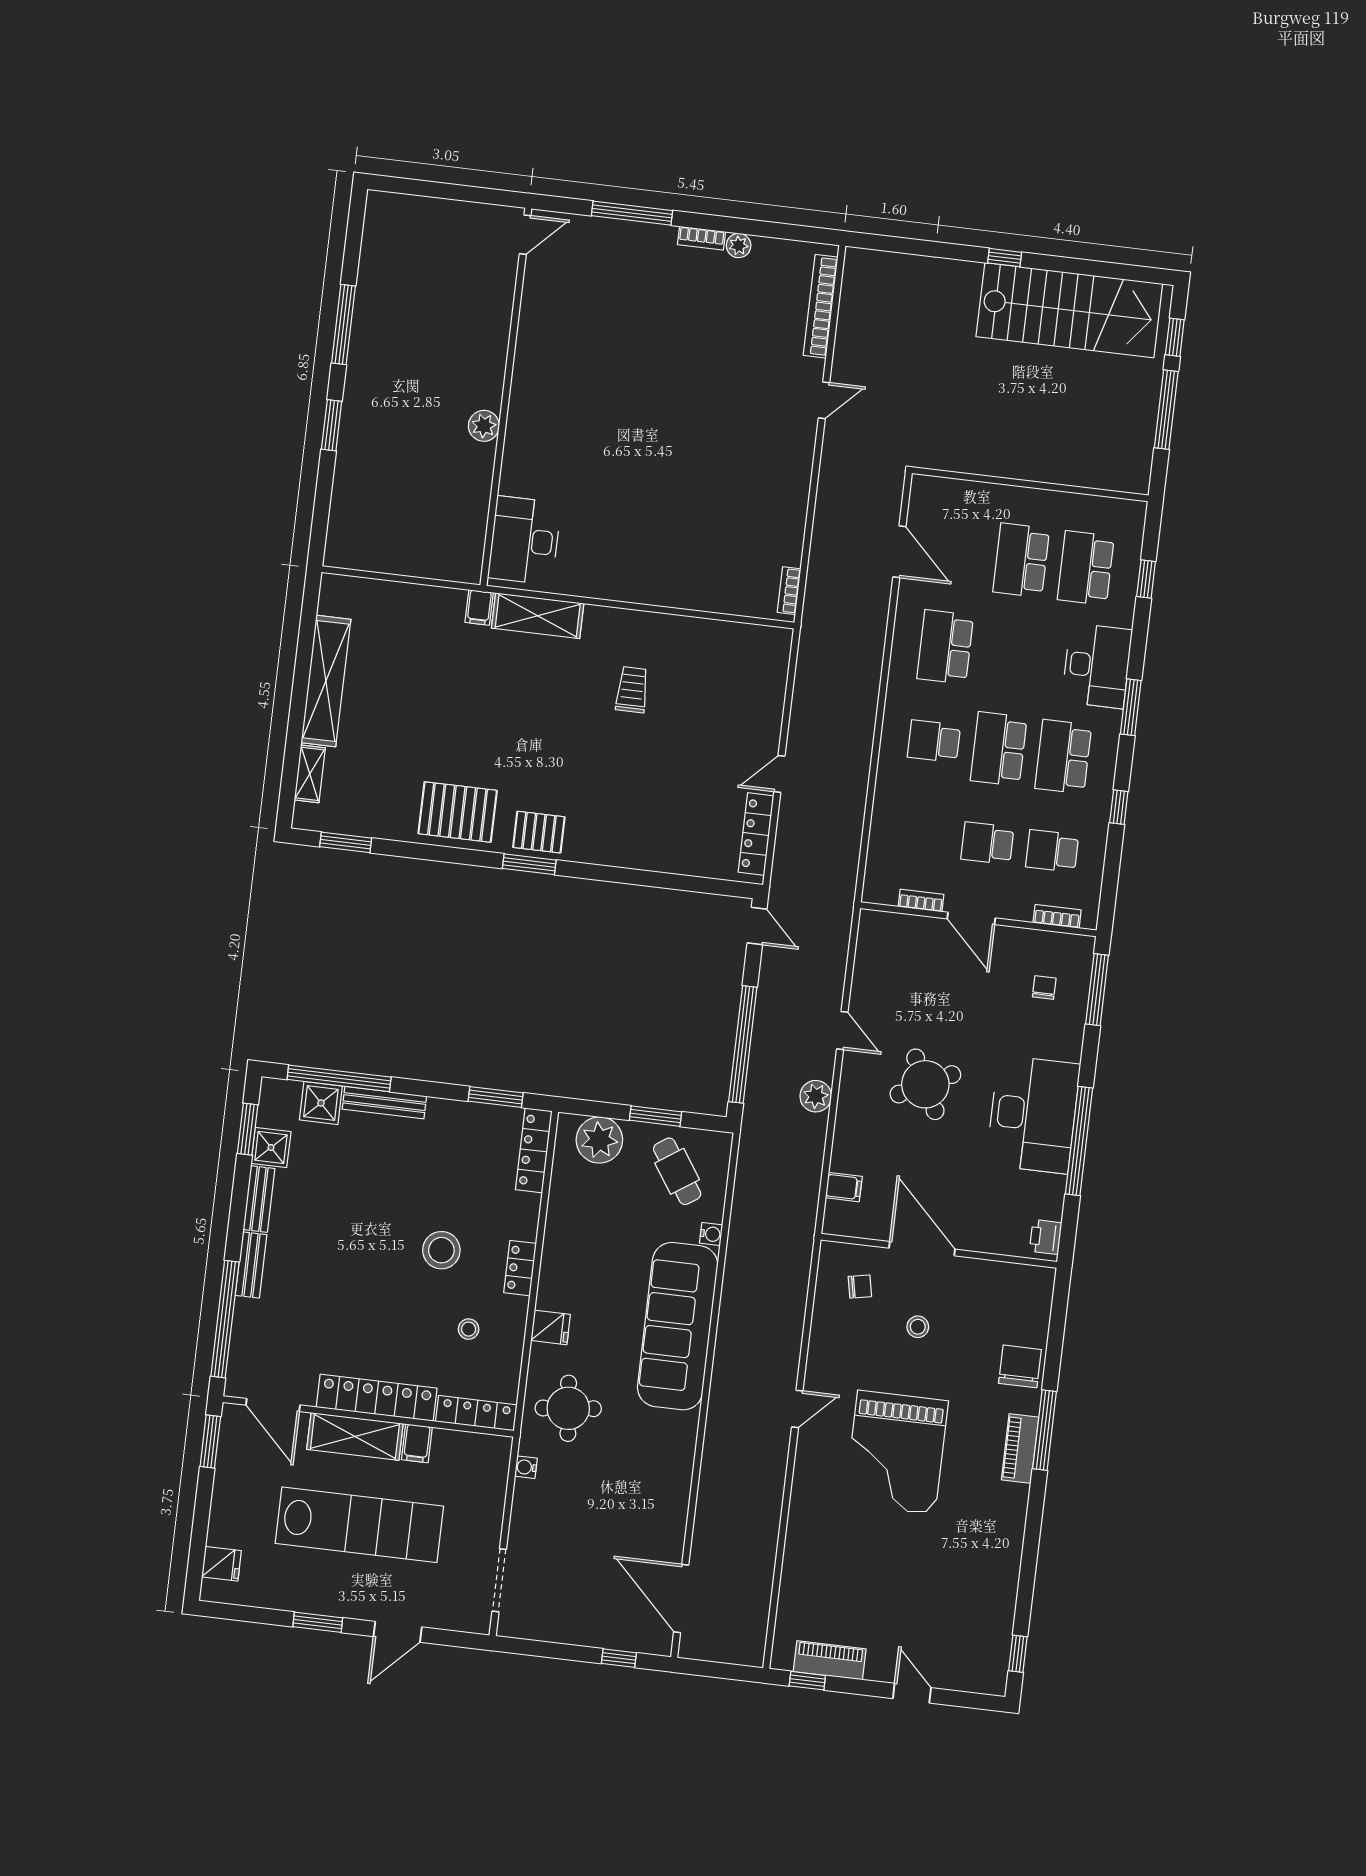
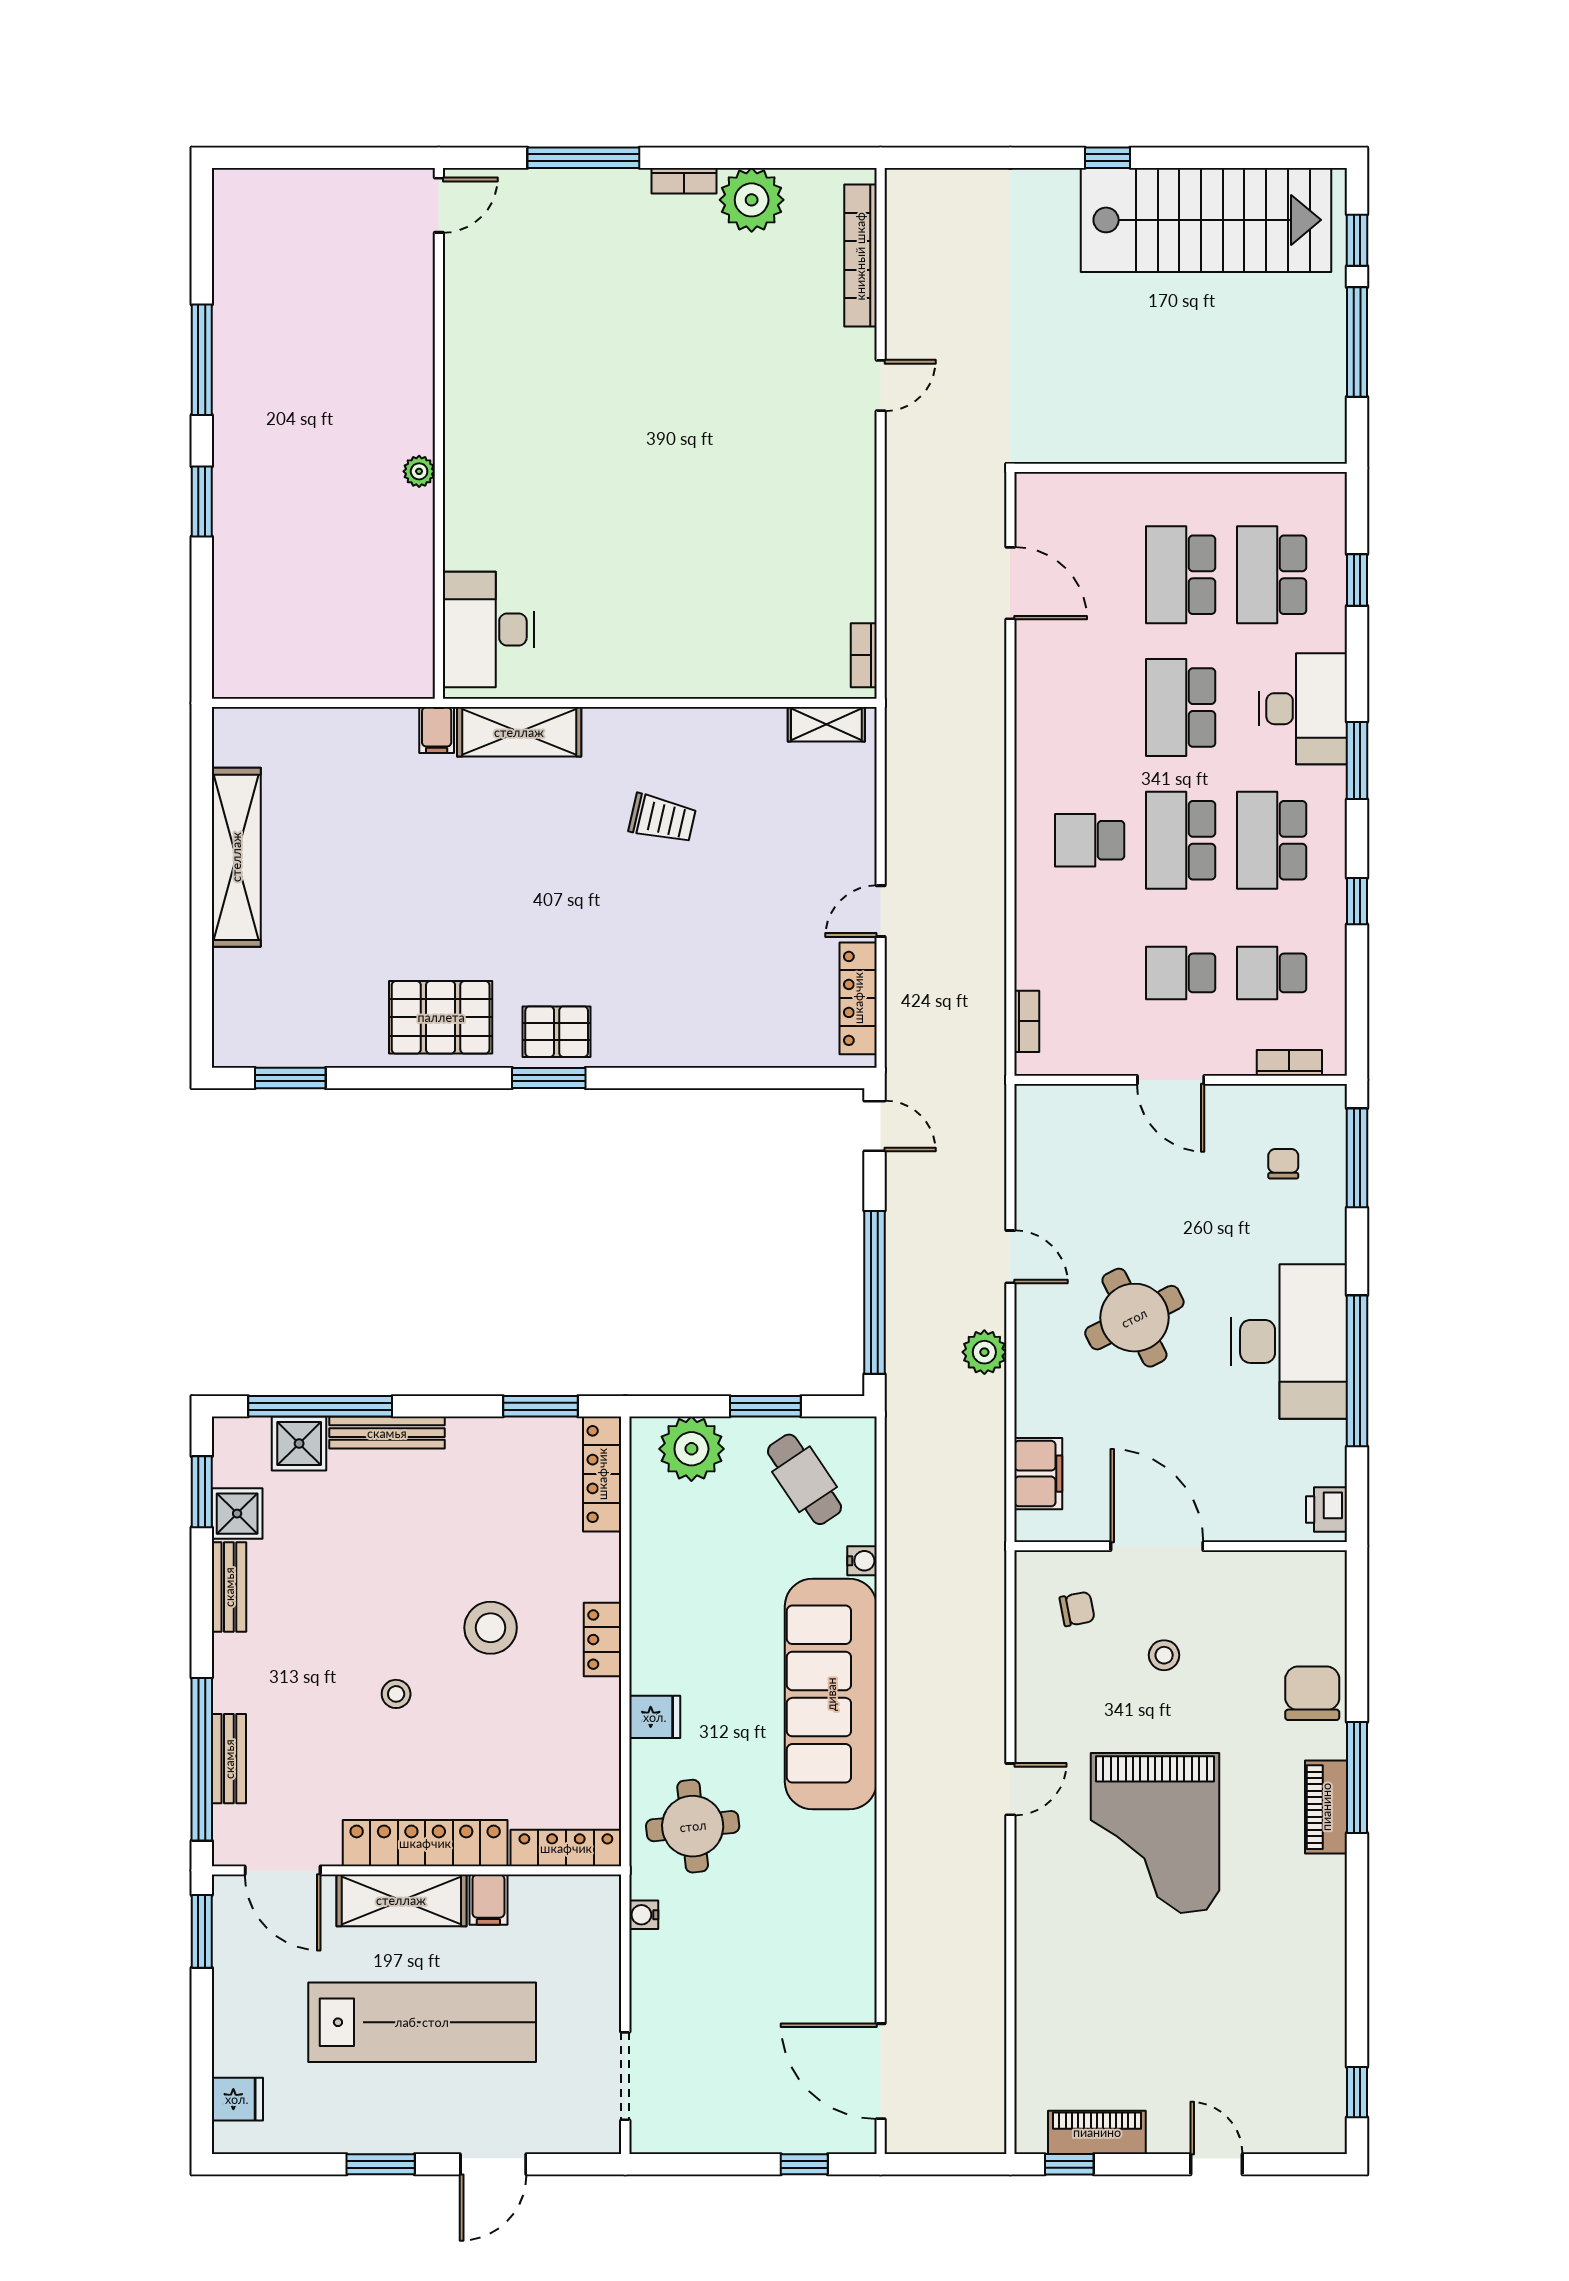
plant: (739, 245) -> (752, 200), width x1.88, depth x1.88
plant: (484, 426) -> (419, 471), width x0.73, depth x0.73
school desk: (945, 647) -> (1181, 708), moved
trolley: (632, 690) -> (662, 819), turned 103
shelving: (310, 774) -> (826, 724), moved, turned 90
bookcase: (921, 901) -> (1027, 1021), moved, turned 90
filing cabinet: (844, 1187) -> (1038, 1474), width x2.00
bench: (251, 1265) -> (229, 1759), moved
stool: (469, 1329) -> (396, 1694), moved

